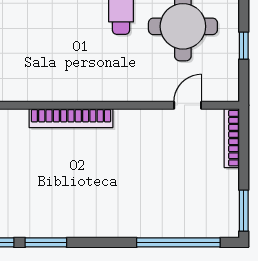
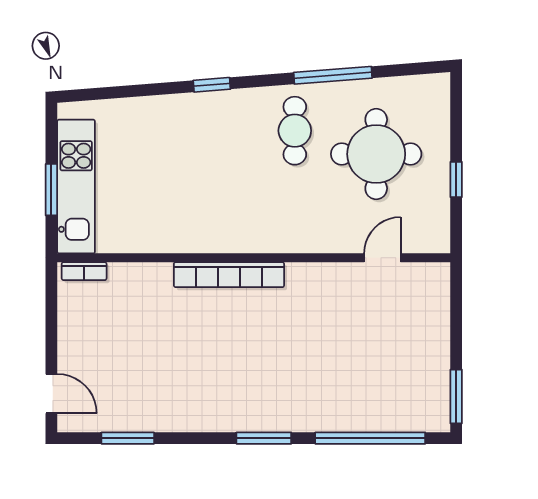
bookcase: (232, 138) -> (440, 301), removed
window: (46, 242) -> (264, 438), moved

